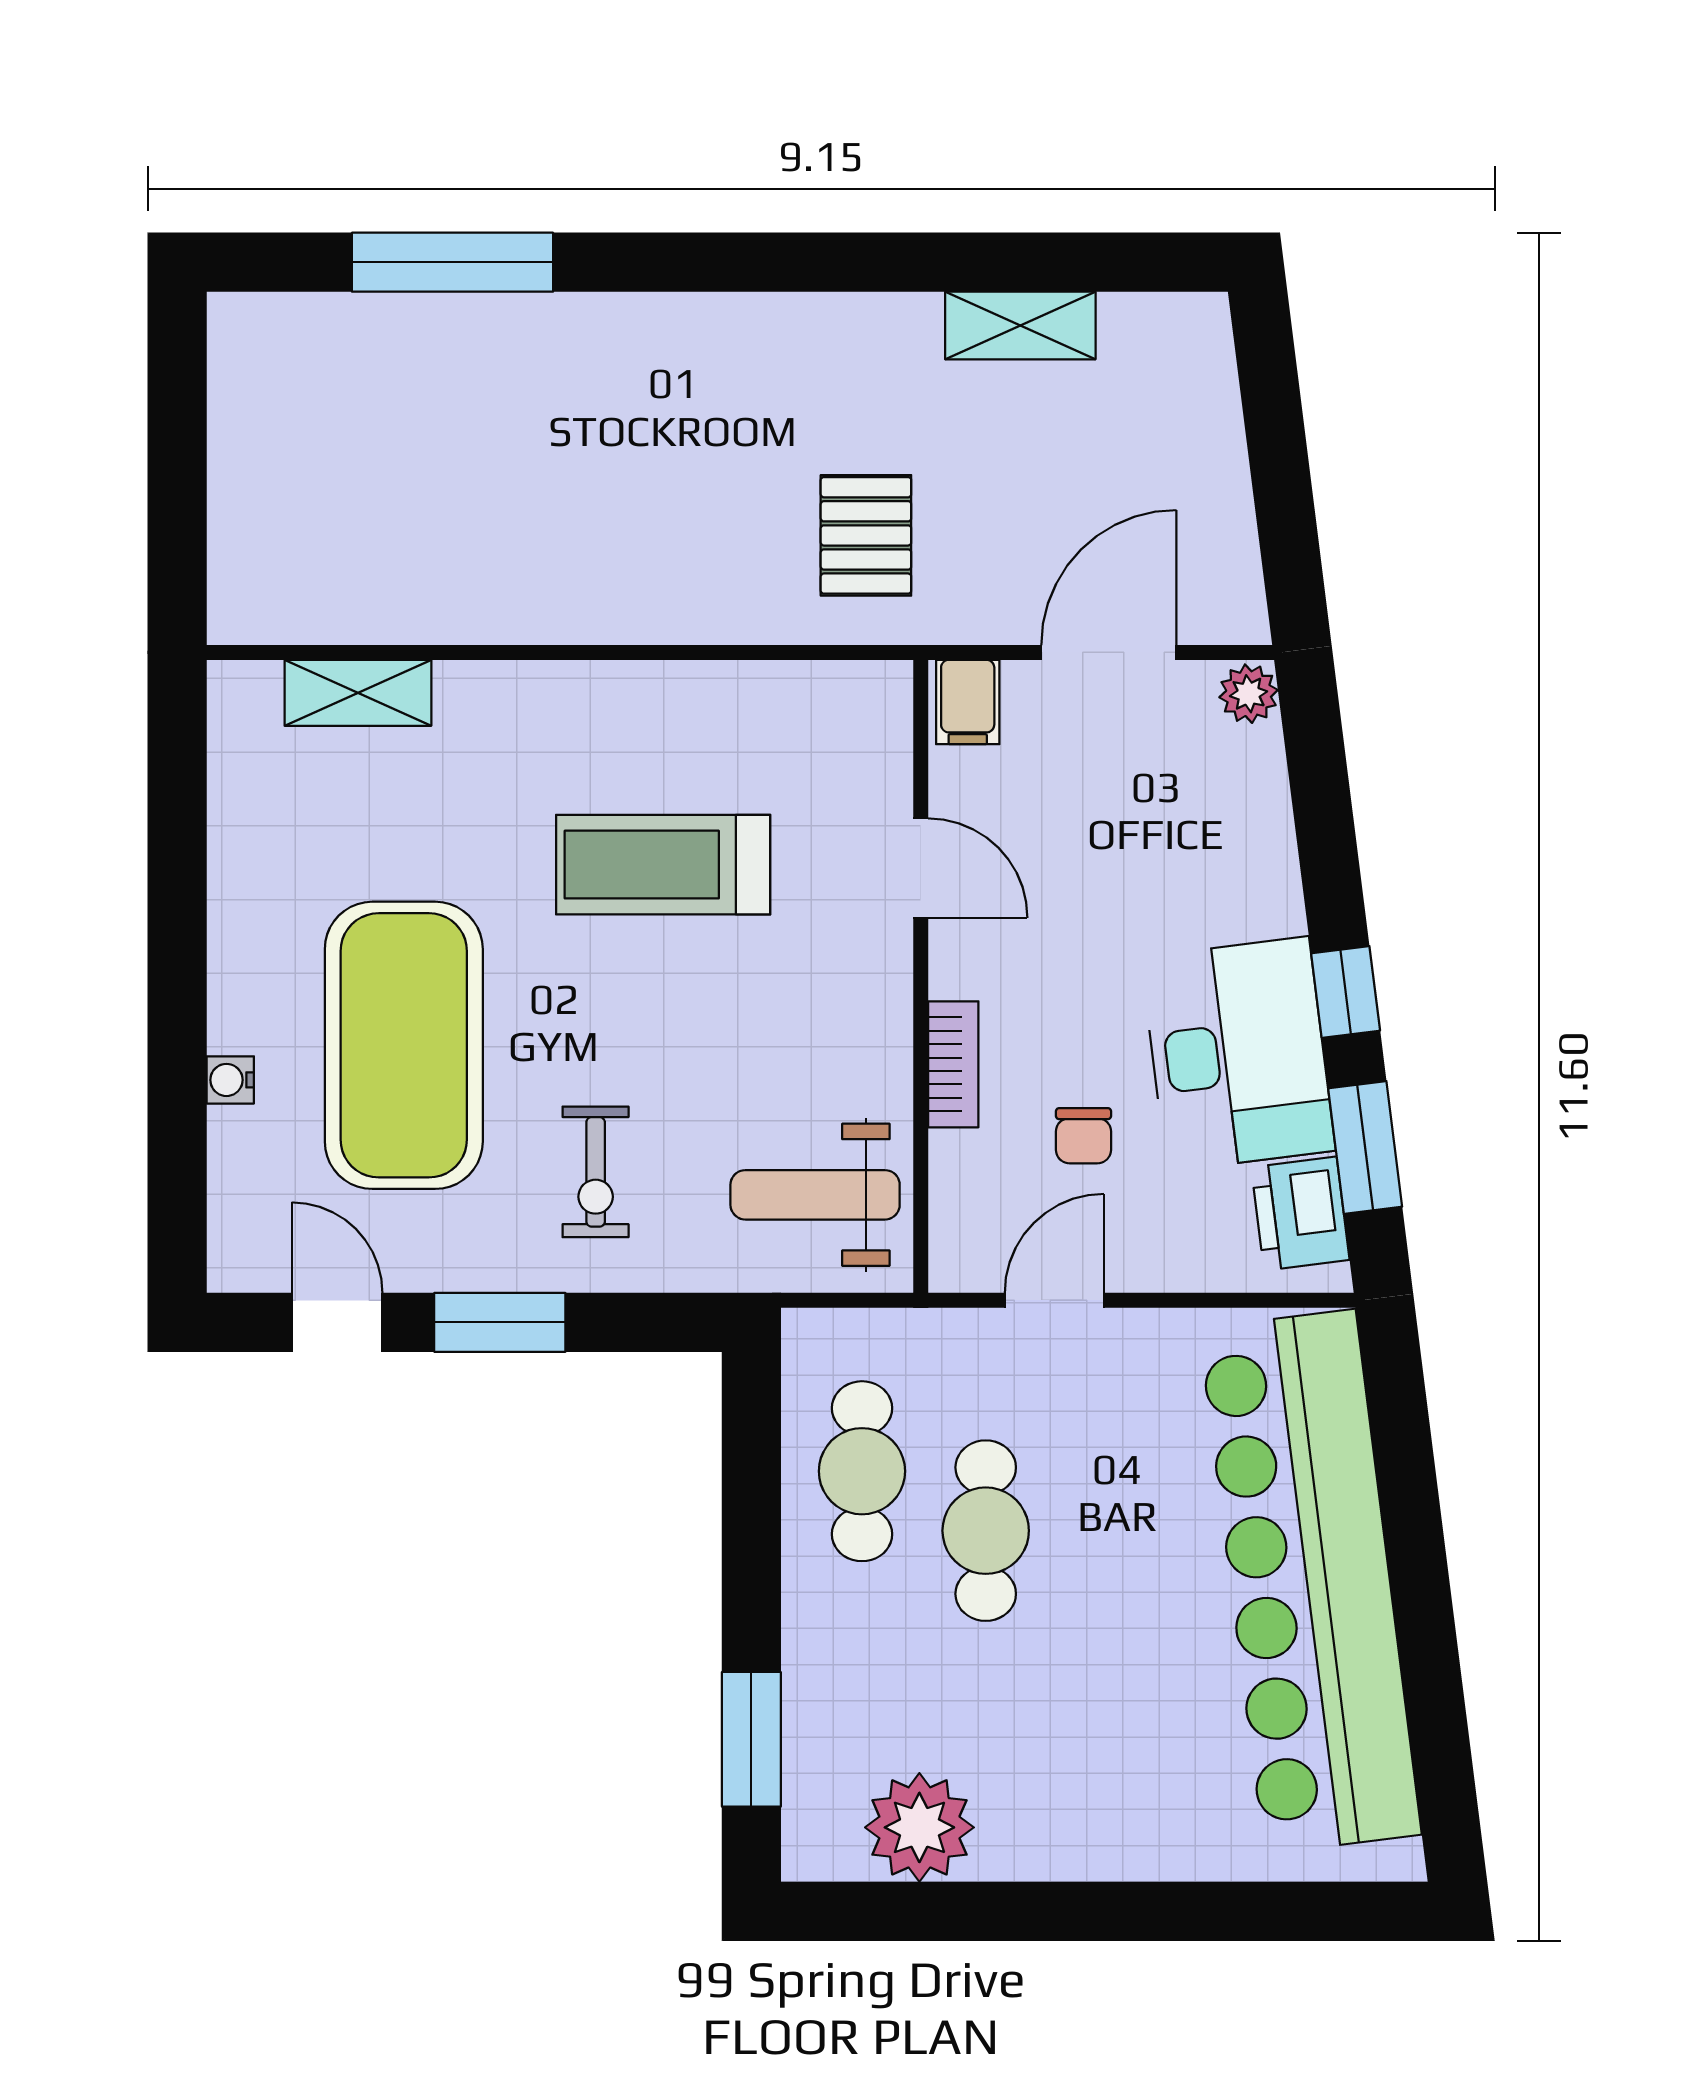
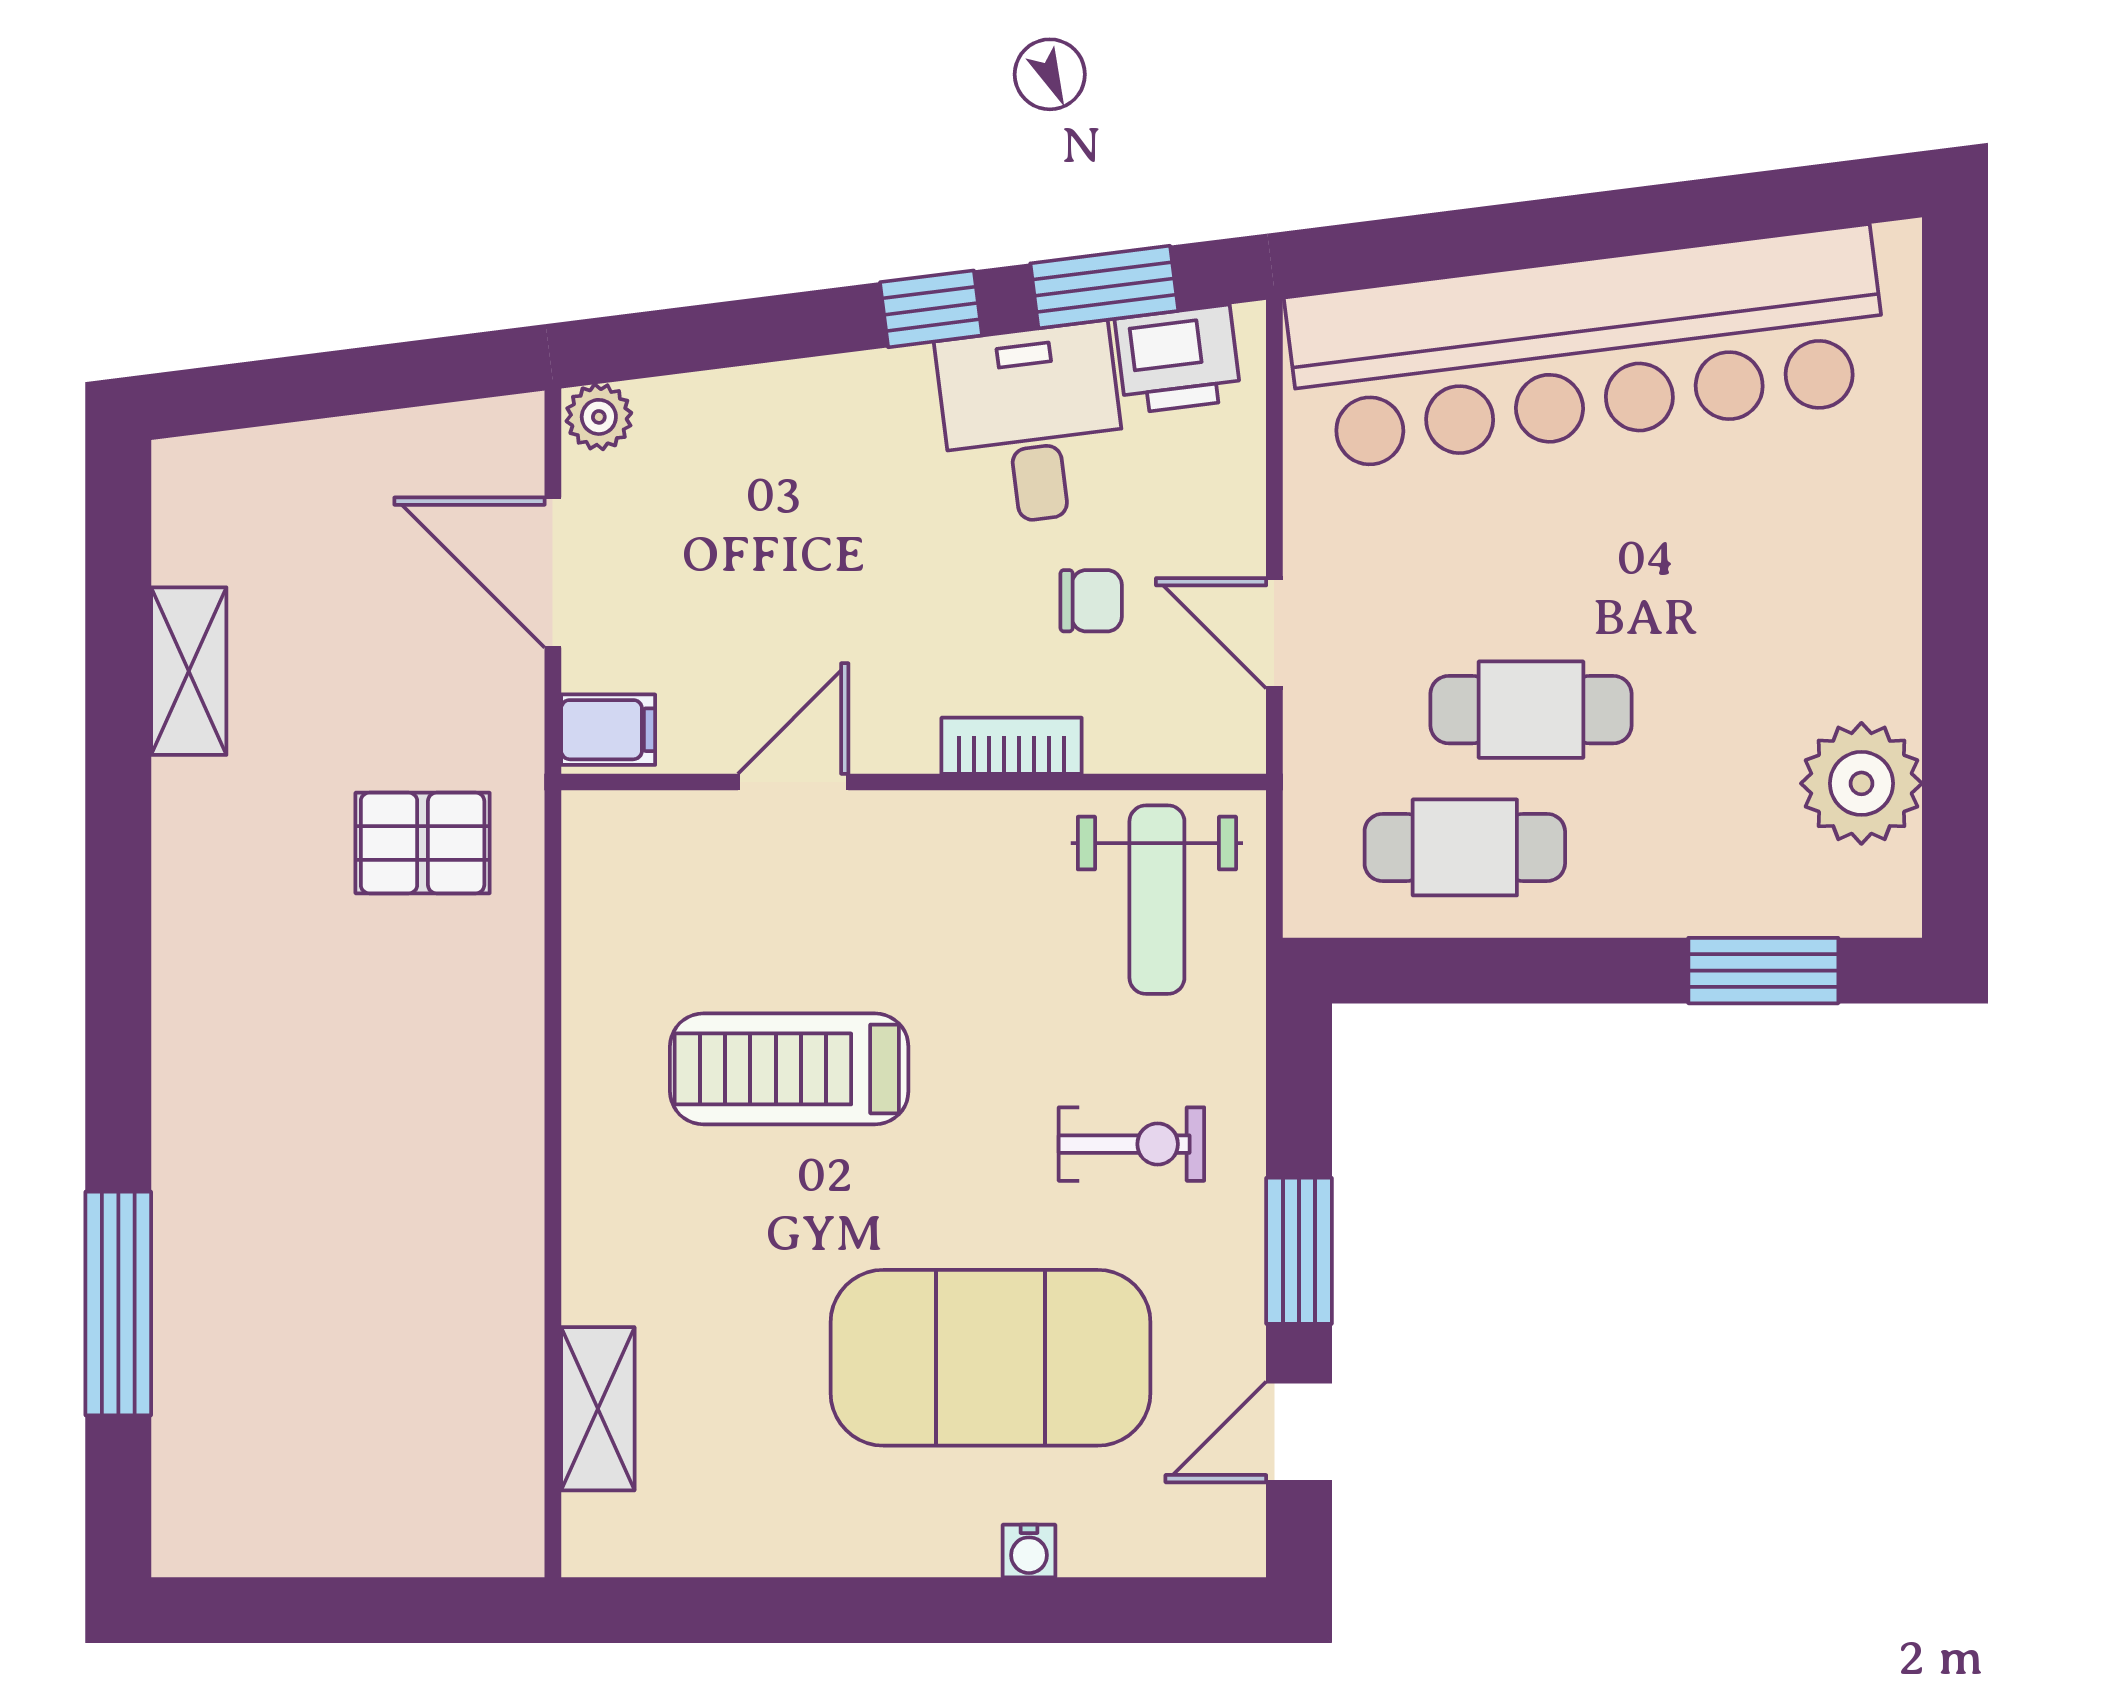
treadmill: (663, 865) -> (789, 1069), turned 90
desk: (1238, 1054) -> (1032, 425), width x0.73

